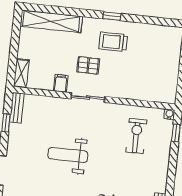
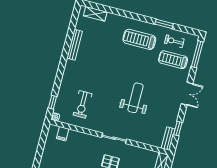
filing cabinet: (61, 83) -> (63, 134), moved
weight bench: (68, 155) -> (135, 98), turned -90

